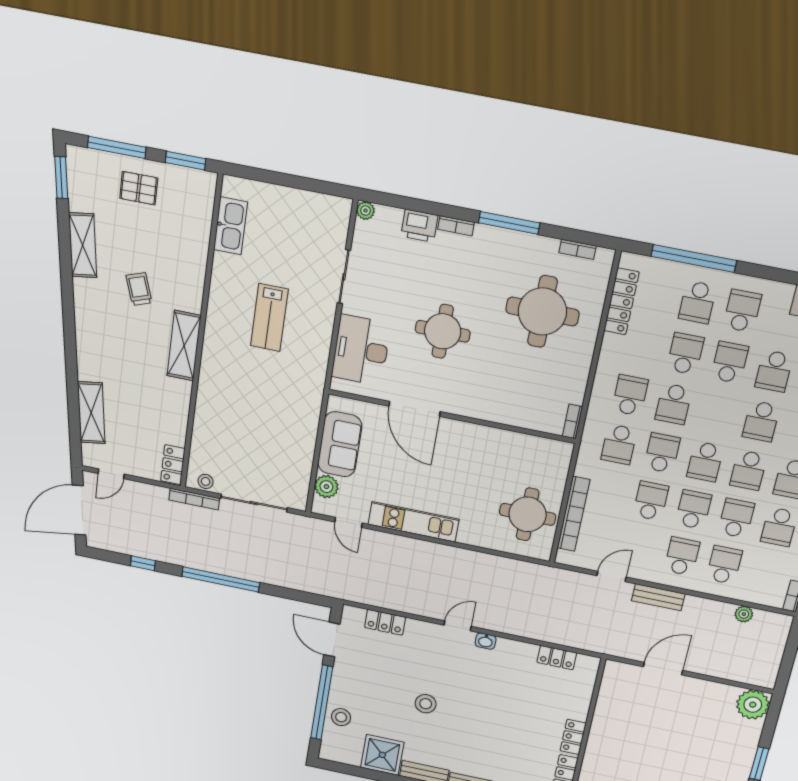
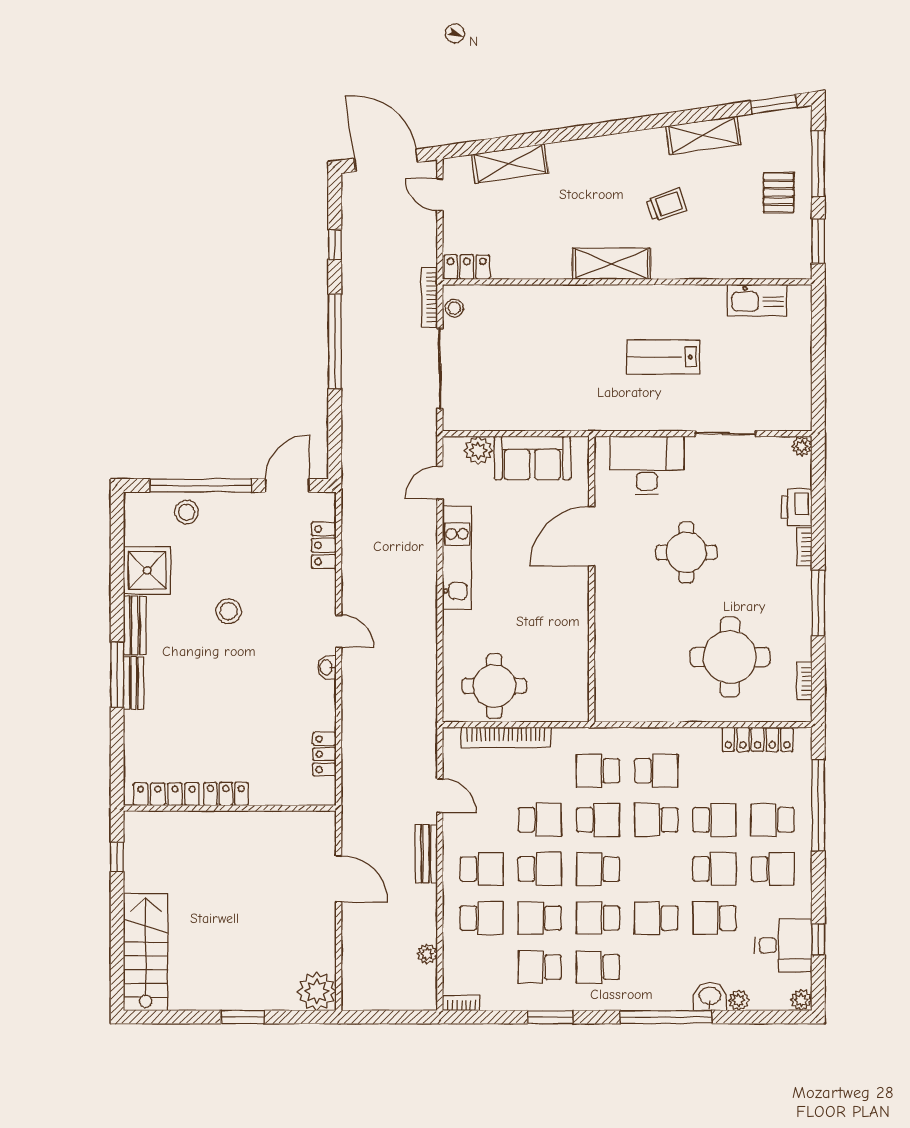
bookcase: (573, 421) -> (614, 714), removed
school desk: (736, 518) -> (540, 918), turned 180

